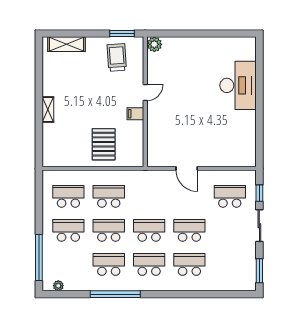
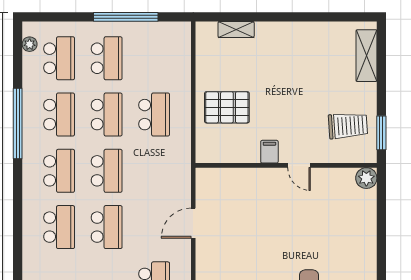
shelving: (48, 109) -> (236, 30), moved
school desk: (68, 196) -> (59, 58), moved
window: (39, 258) -> (126, 17), moved

